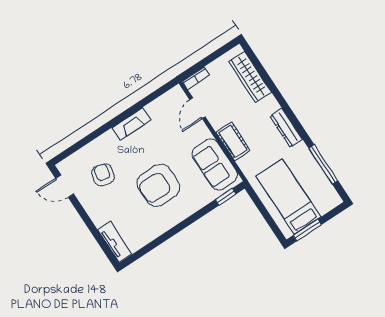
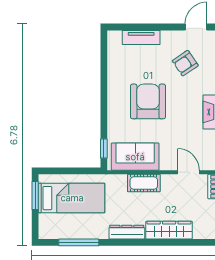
wardrobe: (250, 77) -> (169, 230), moved
armchair: (103, 175) -> (185, 63), turned 133
tv unit: (115, 242) -> (141, 37), moved

